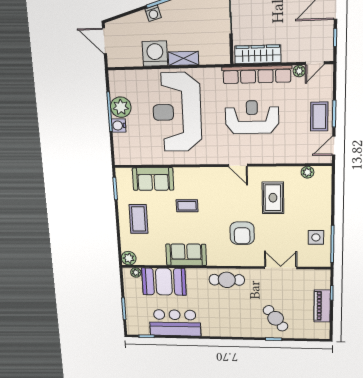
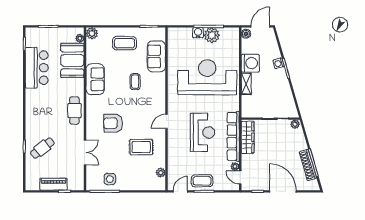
boiler: (116, 61) -> (246, 34), added
door: (334, 146) -> (180, 191), hinge flipped

